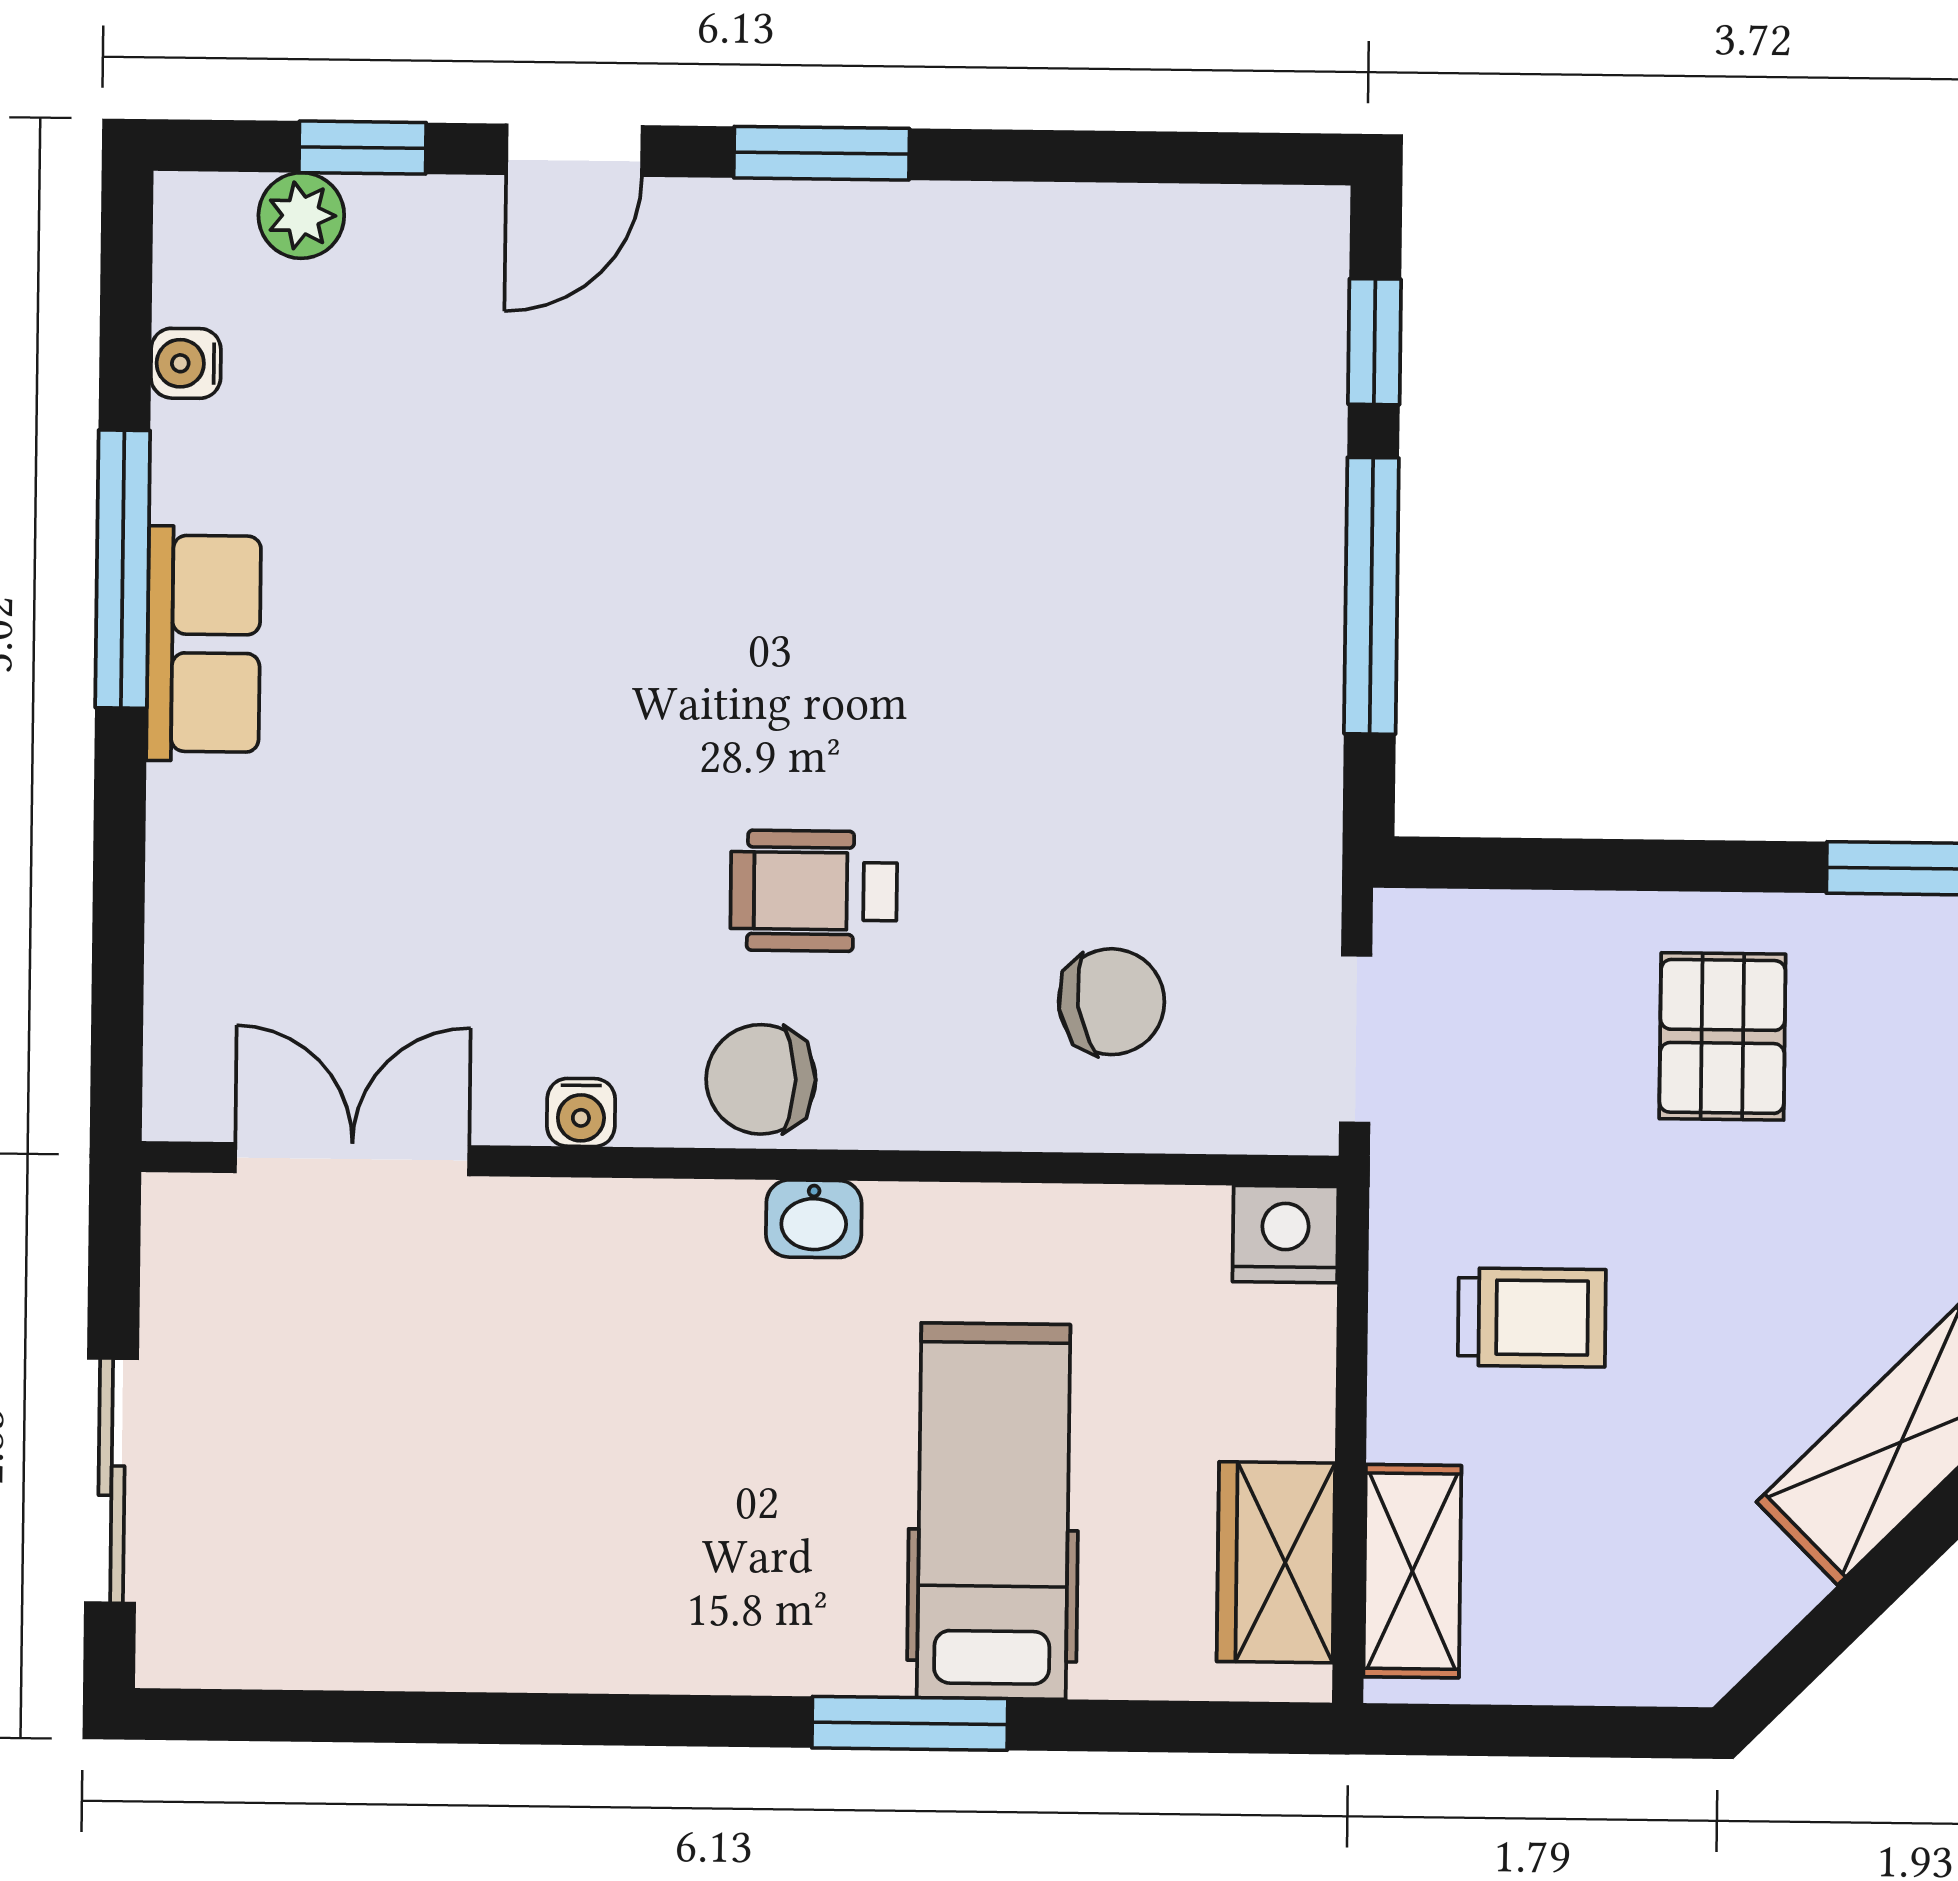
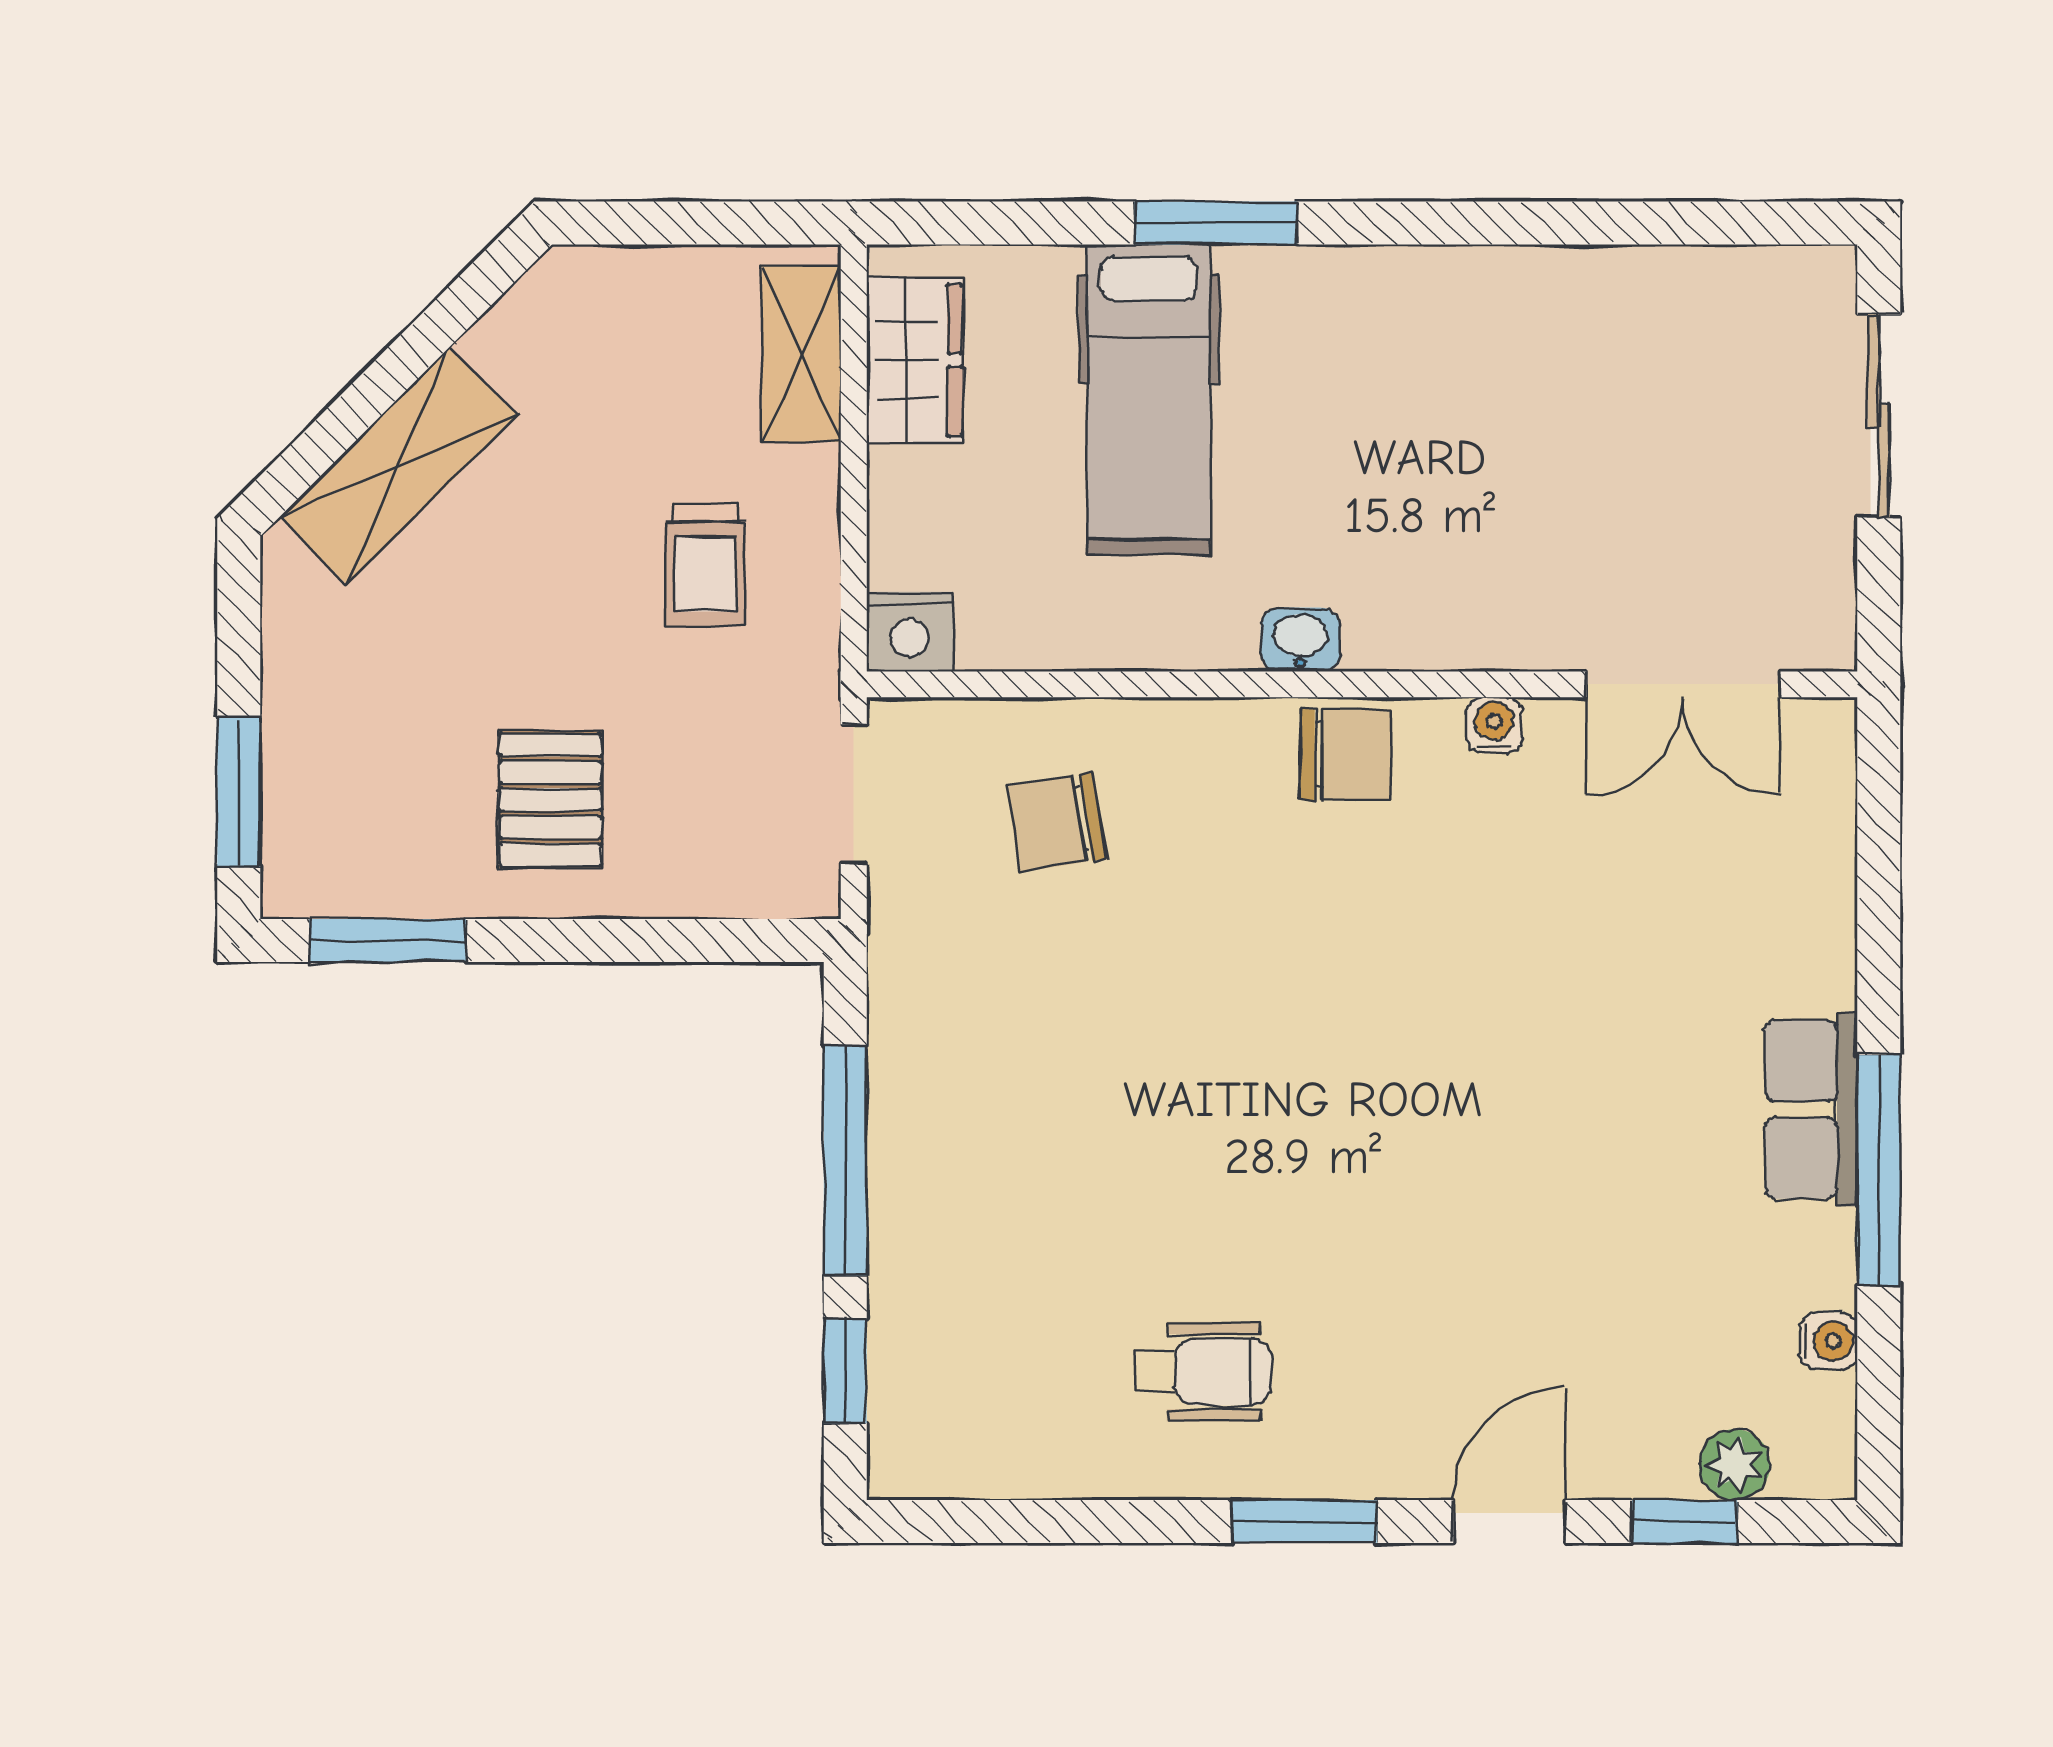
wheelchair: (814, 891) -> (1203, 1372), moved
trolley: (1532, 1317) -> (705, 565), turned -90

